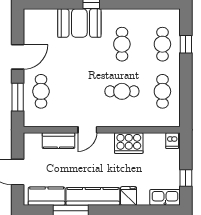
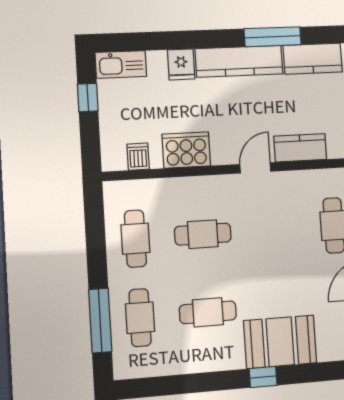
cafe table: (122, 44) -> (208, 312), turned 90
window: (186, 44) -> (100, 321), width x2.17
dishwasher: (172, 141) -> (138, 157), moved

